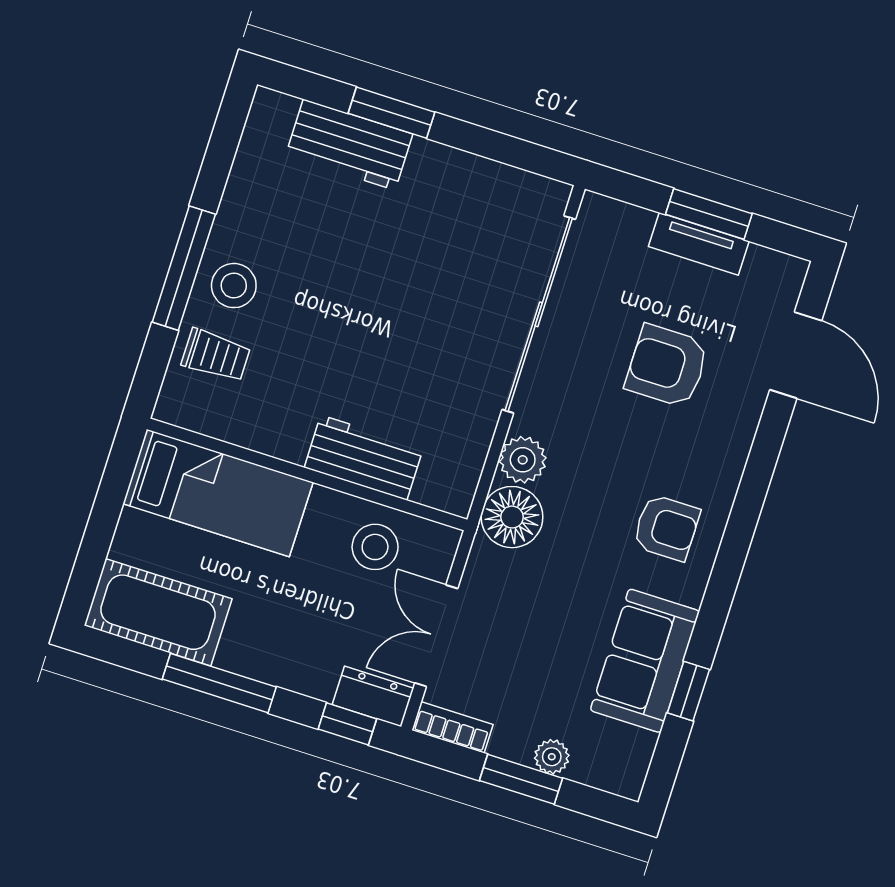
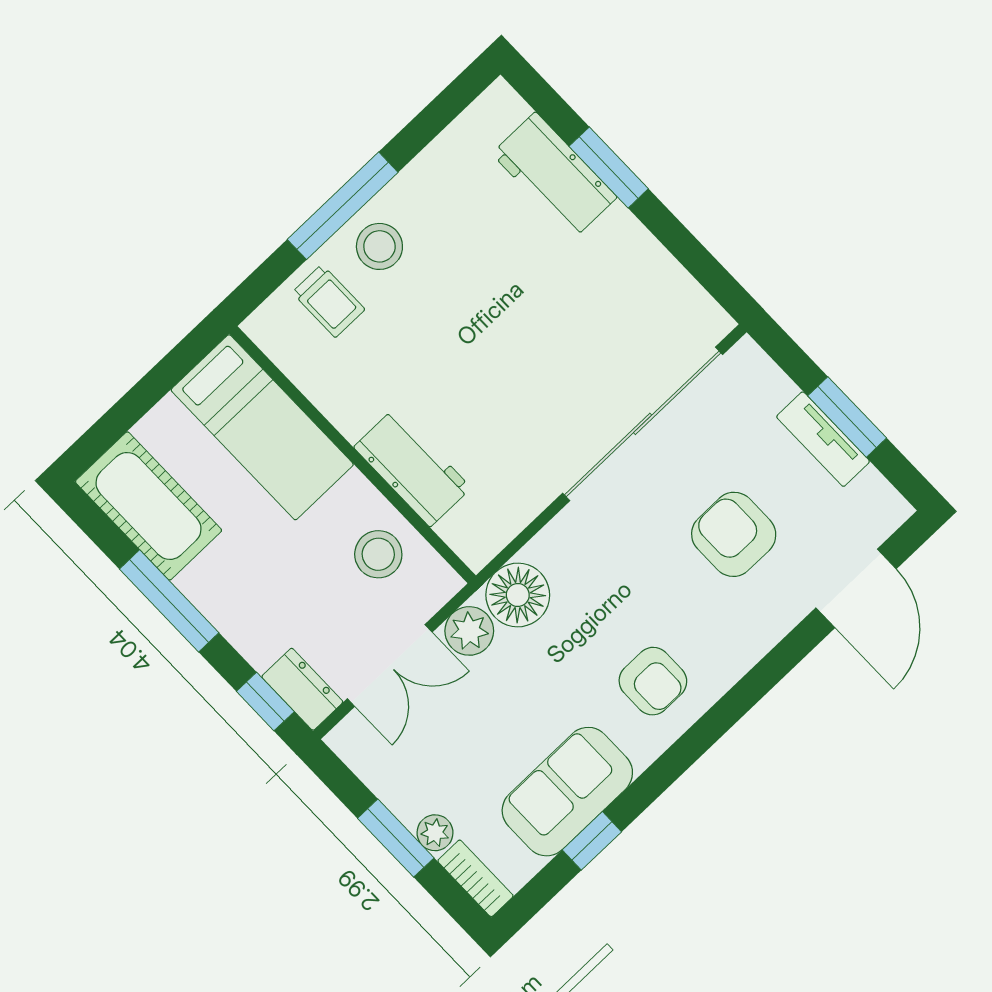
plant: (523, 460) -> (469, 631), moved
double door: (436, 636) -> (390, 665), swing flipped
bookcase: (452, 727) -> (475, 878), moved

